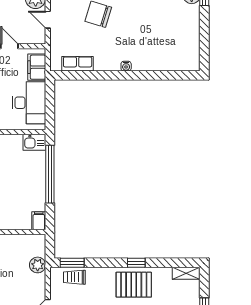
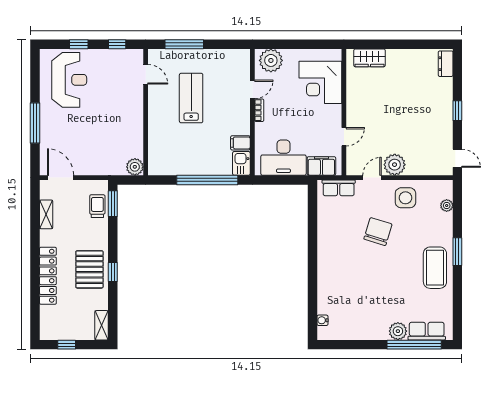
row of seats: (78, 64) -> (339, 188), moved, turned 90
water cooler: (126, 66) -> (322, 320), moved
filing cabinet: (39, 221) -> (240, 143), moved, turned 180
plant: (38, 265) -> (135, 167), moved

